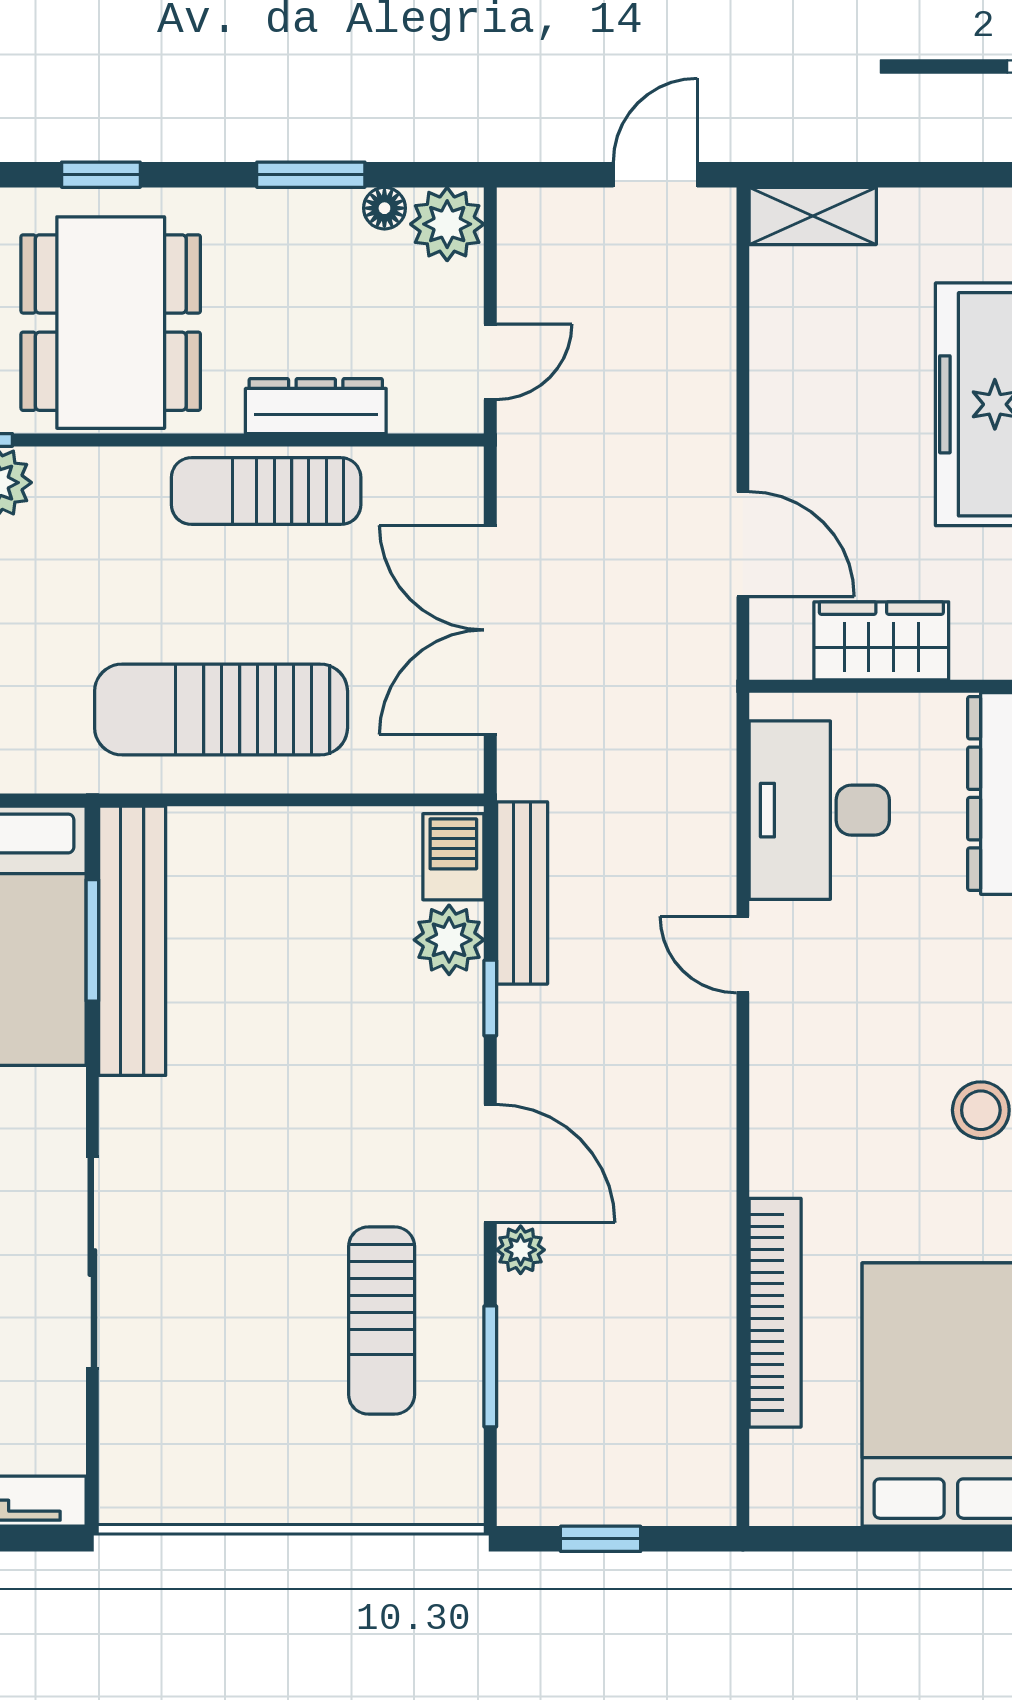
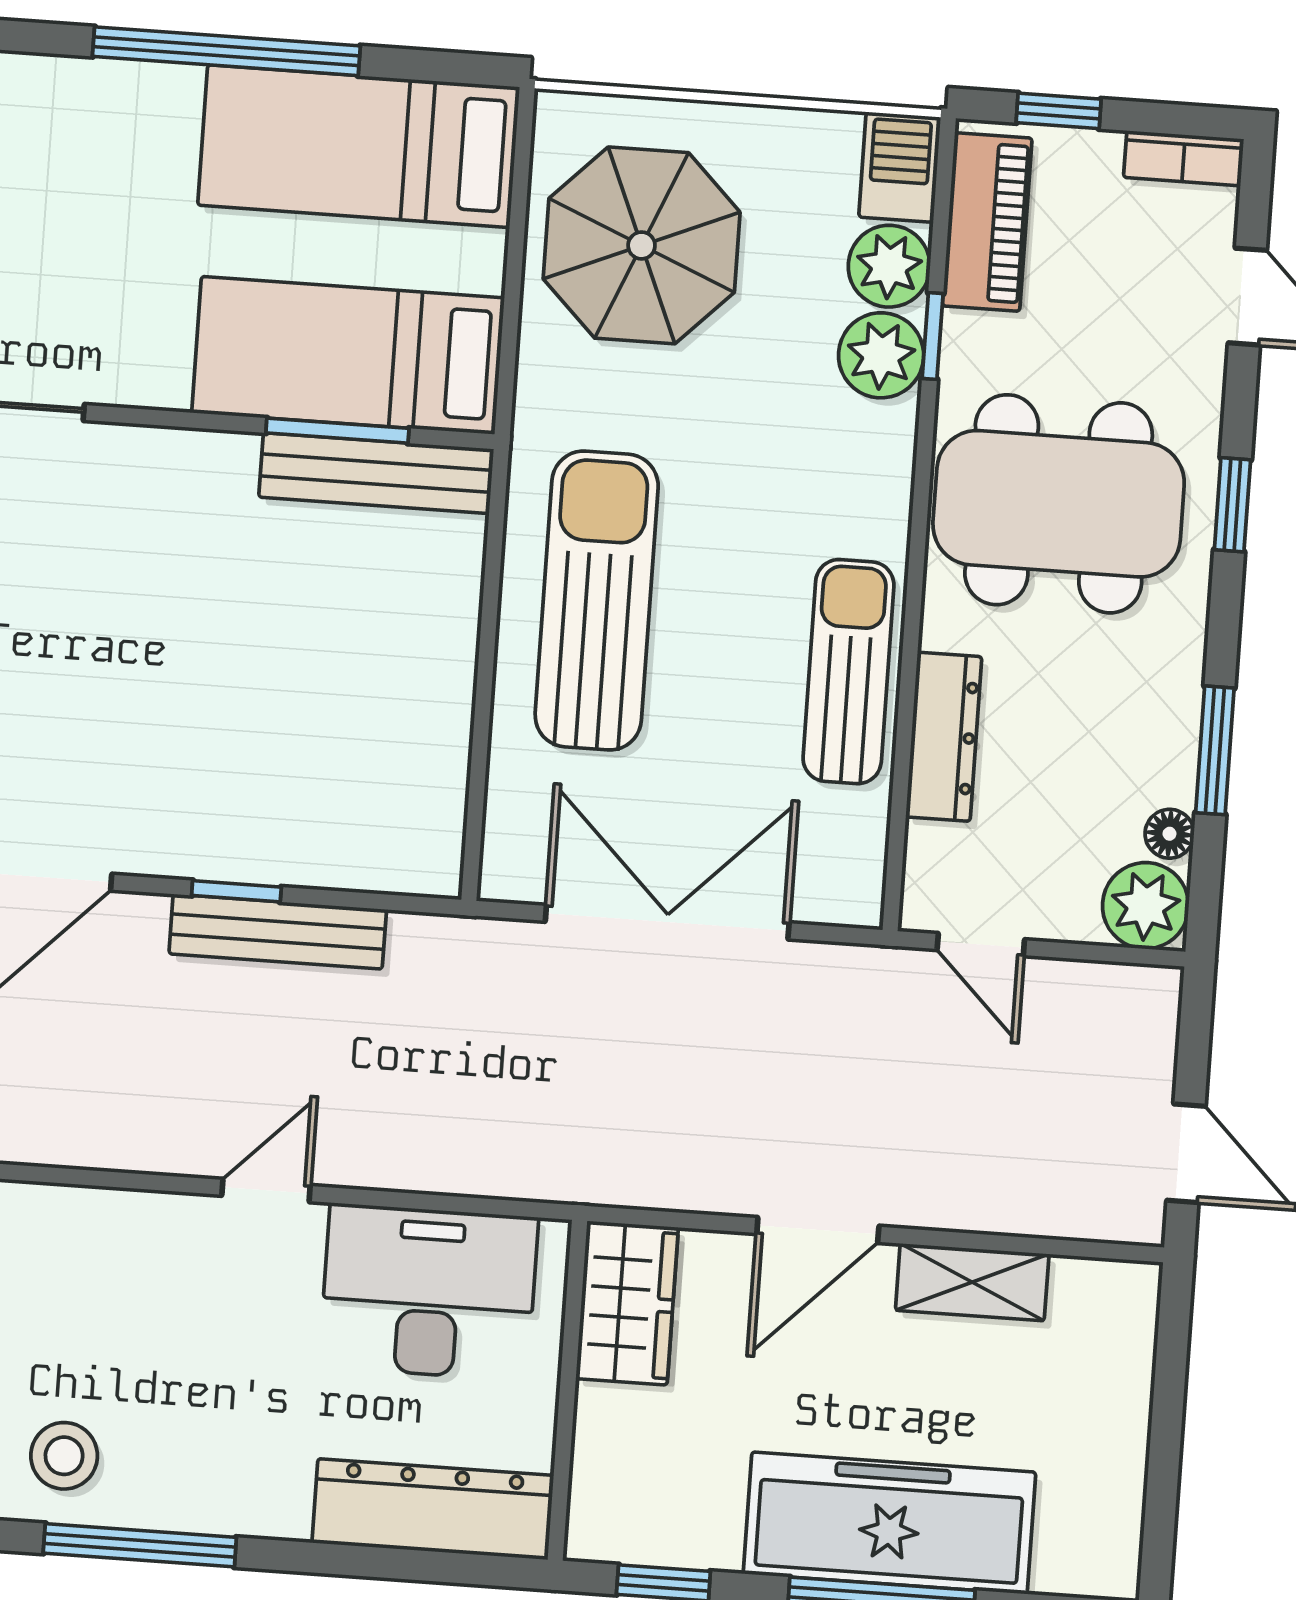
shelving: (813, 216) -> (972, 1282), moved, turned 90
door: (743, 544) -> (818, 1230), moved
wardrobe: (881, 641) -> (627, 1303), moved
barbecue: (453, 857) -> (405, 860), removed
bench: (522, 893) -> (278, 932), moved
plant: (449, 940) -> (308, 848), removed
bench: (132, 941) -> (376, 473), width x0.73, depth x0.82

